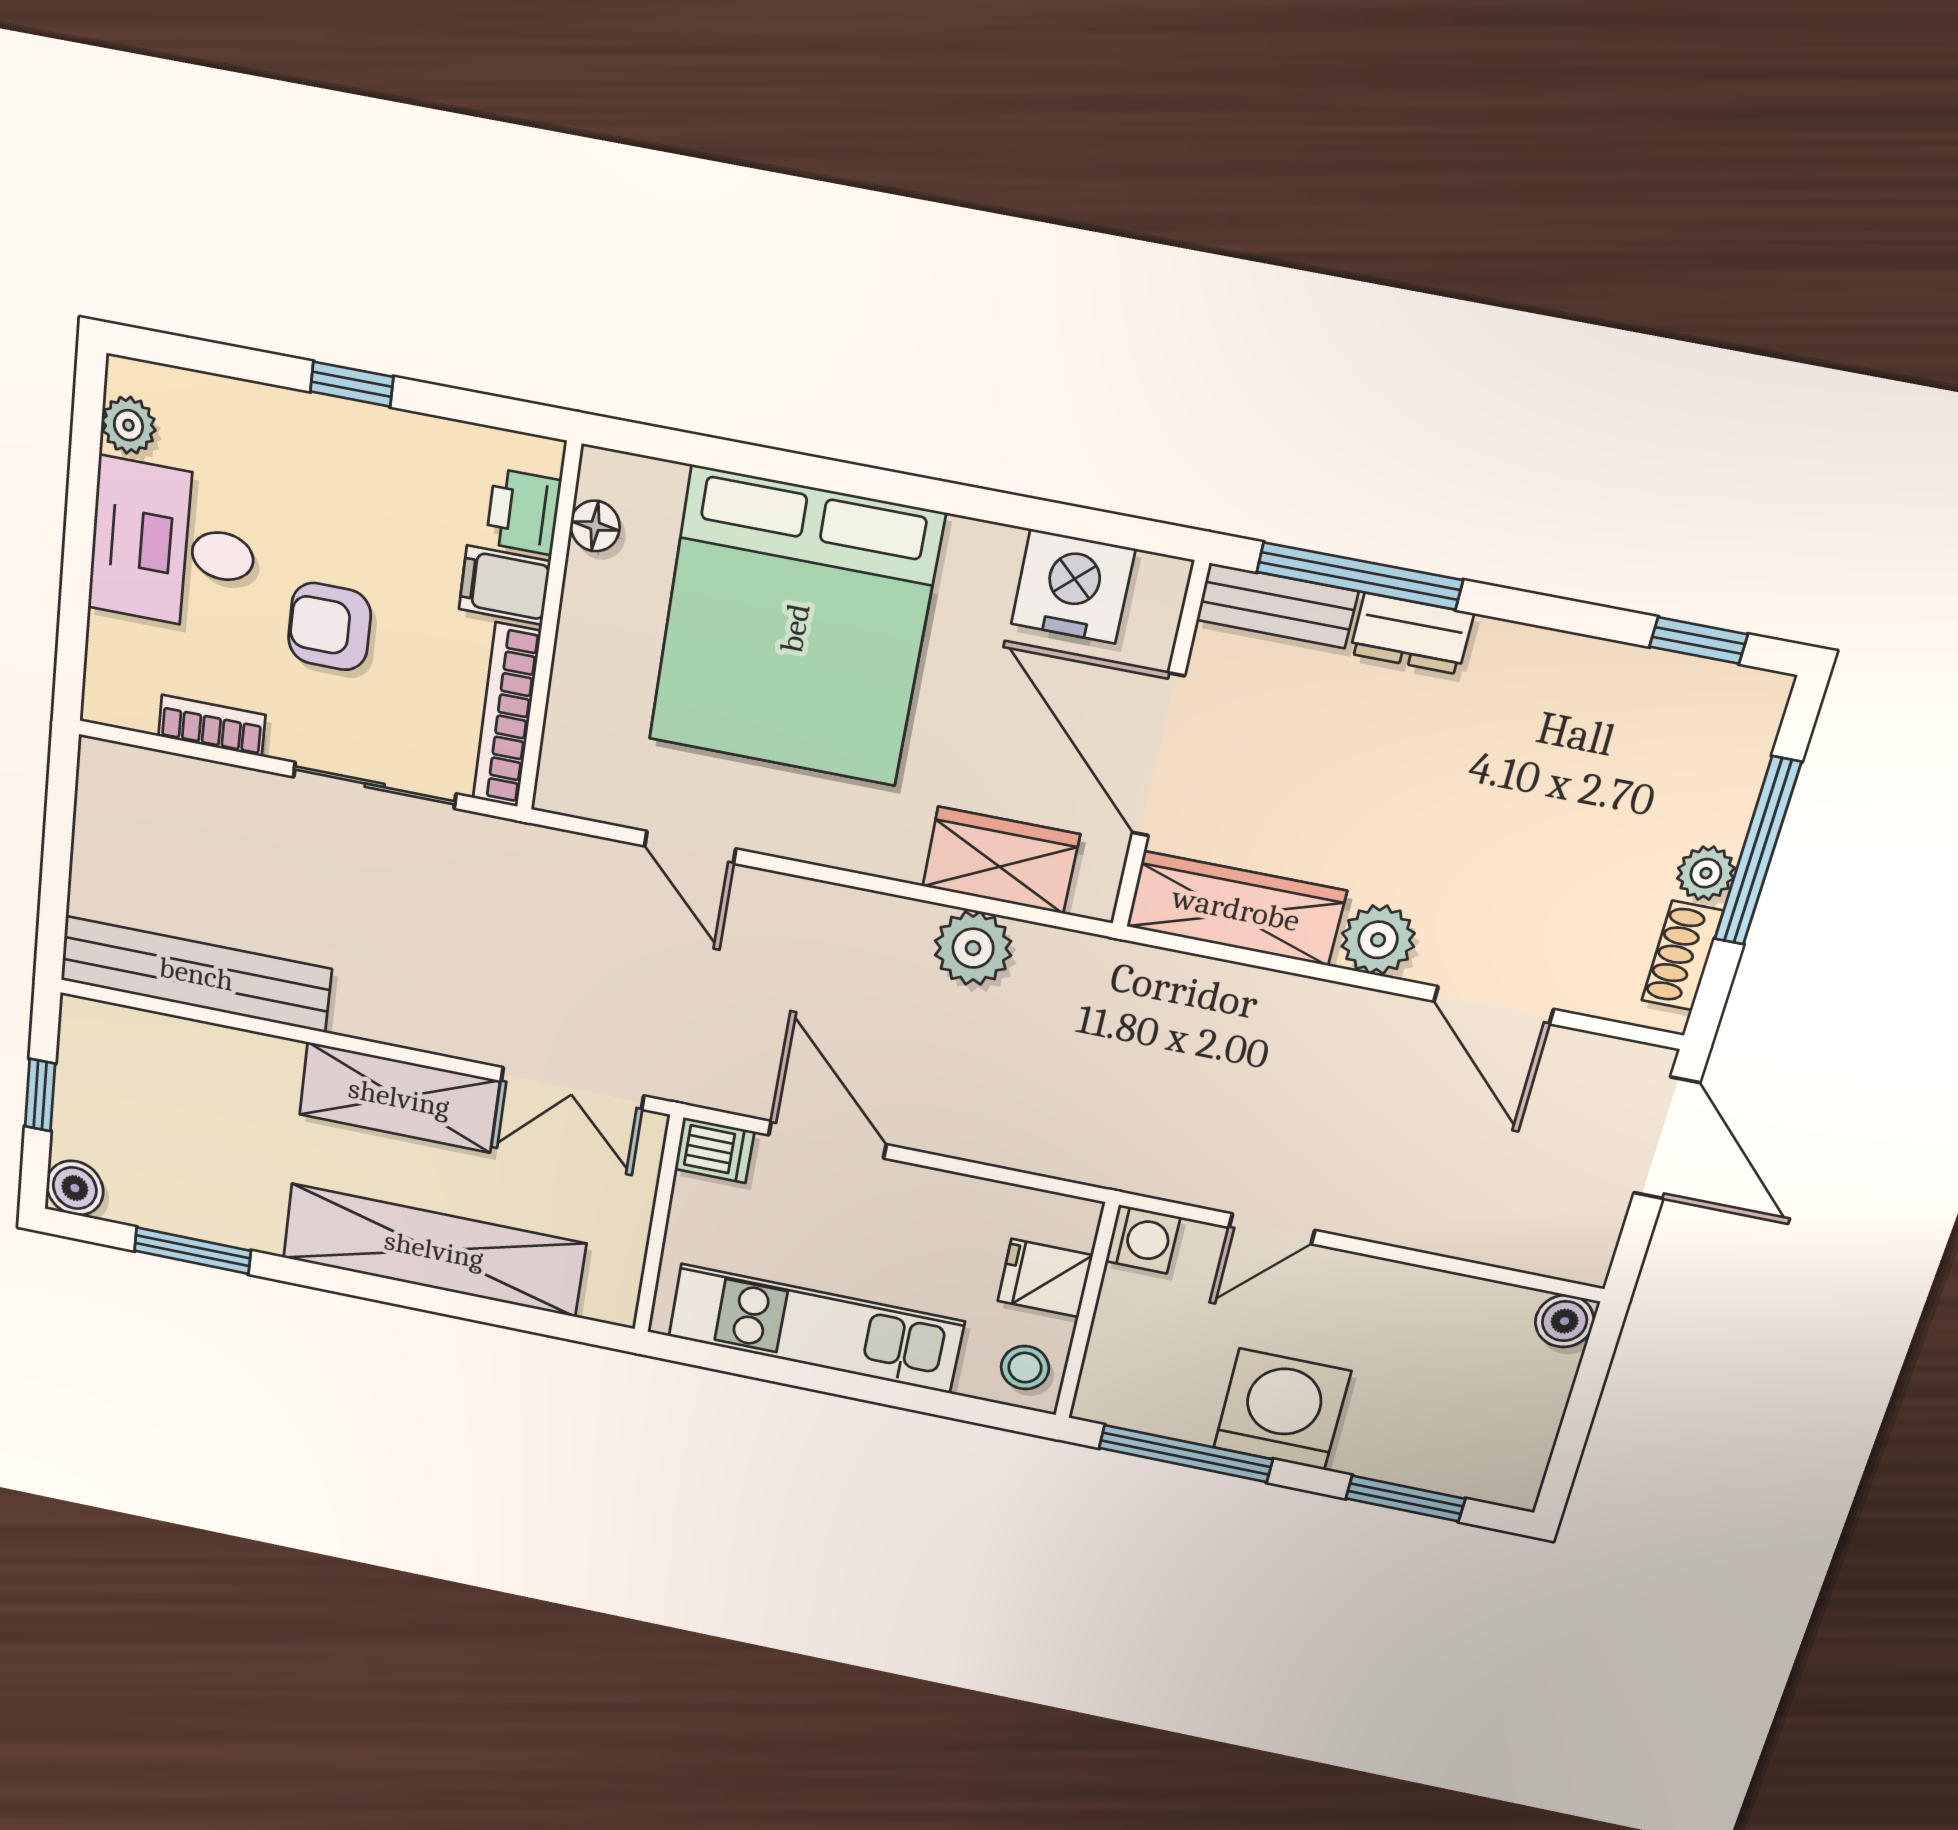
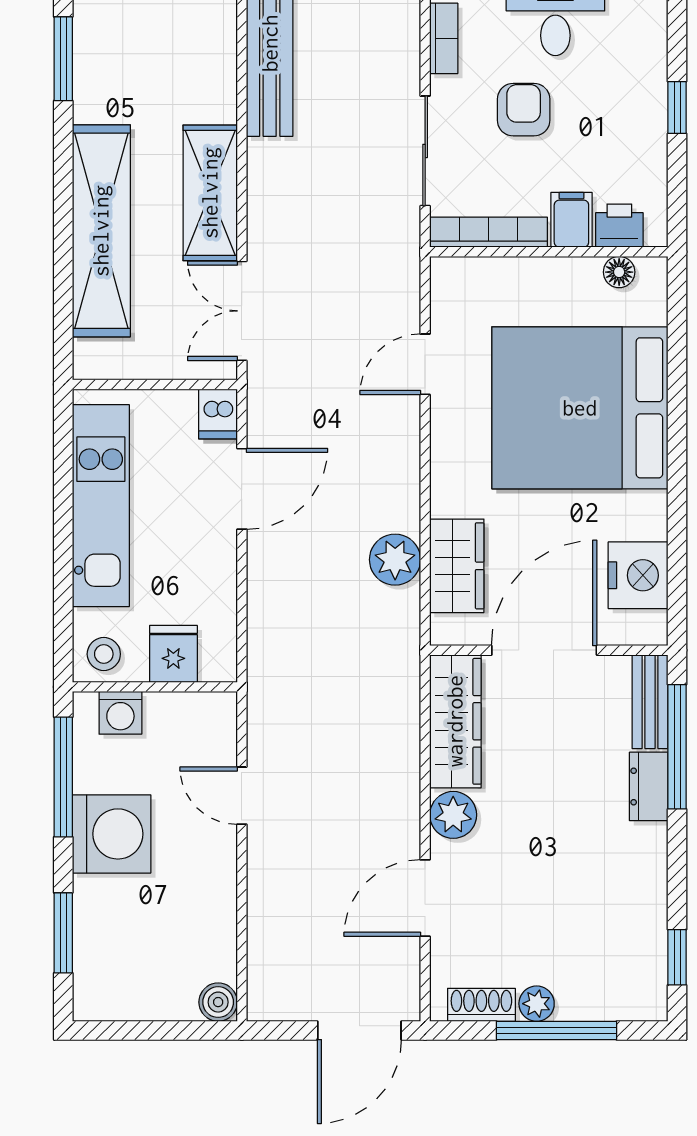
washing machine: (1143, 1239) -> (120, 713), moved

